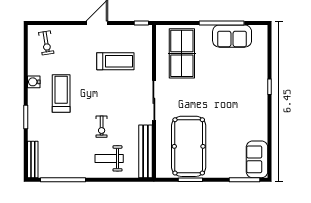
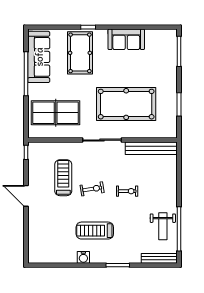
sofa: (232, 36) -> (39, 57), width x1.36
exercise bike: (46, 43) -> (92, 189), moved
pool table: (243, 78) -> (80, 53), added
pool table: (189, 146) -> (126, 104), moved
weight bench: (109, 158) -> (163, 226), moved
sofa: (257, 159) -> (126, 39), moved

